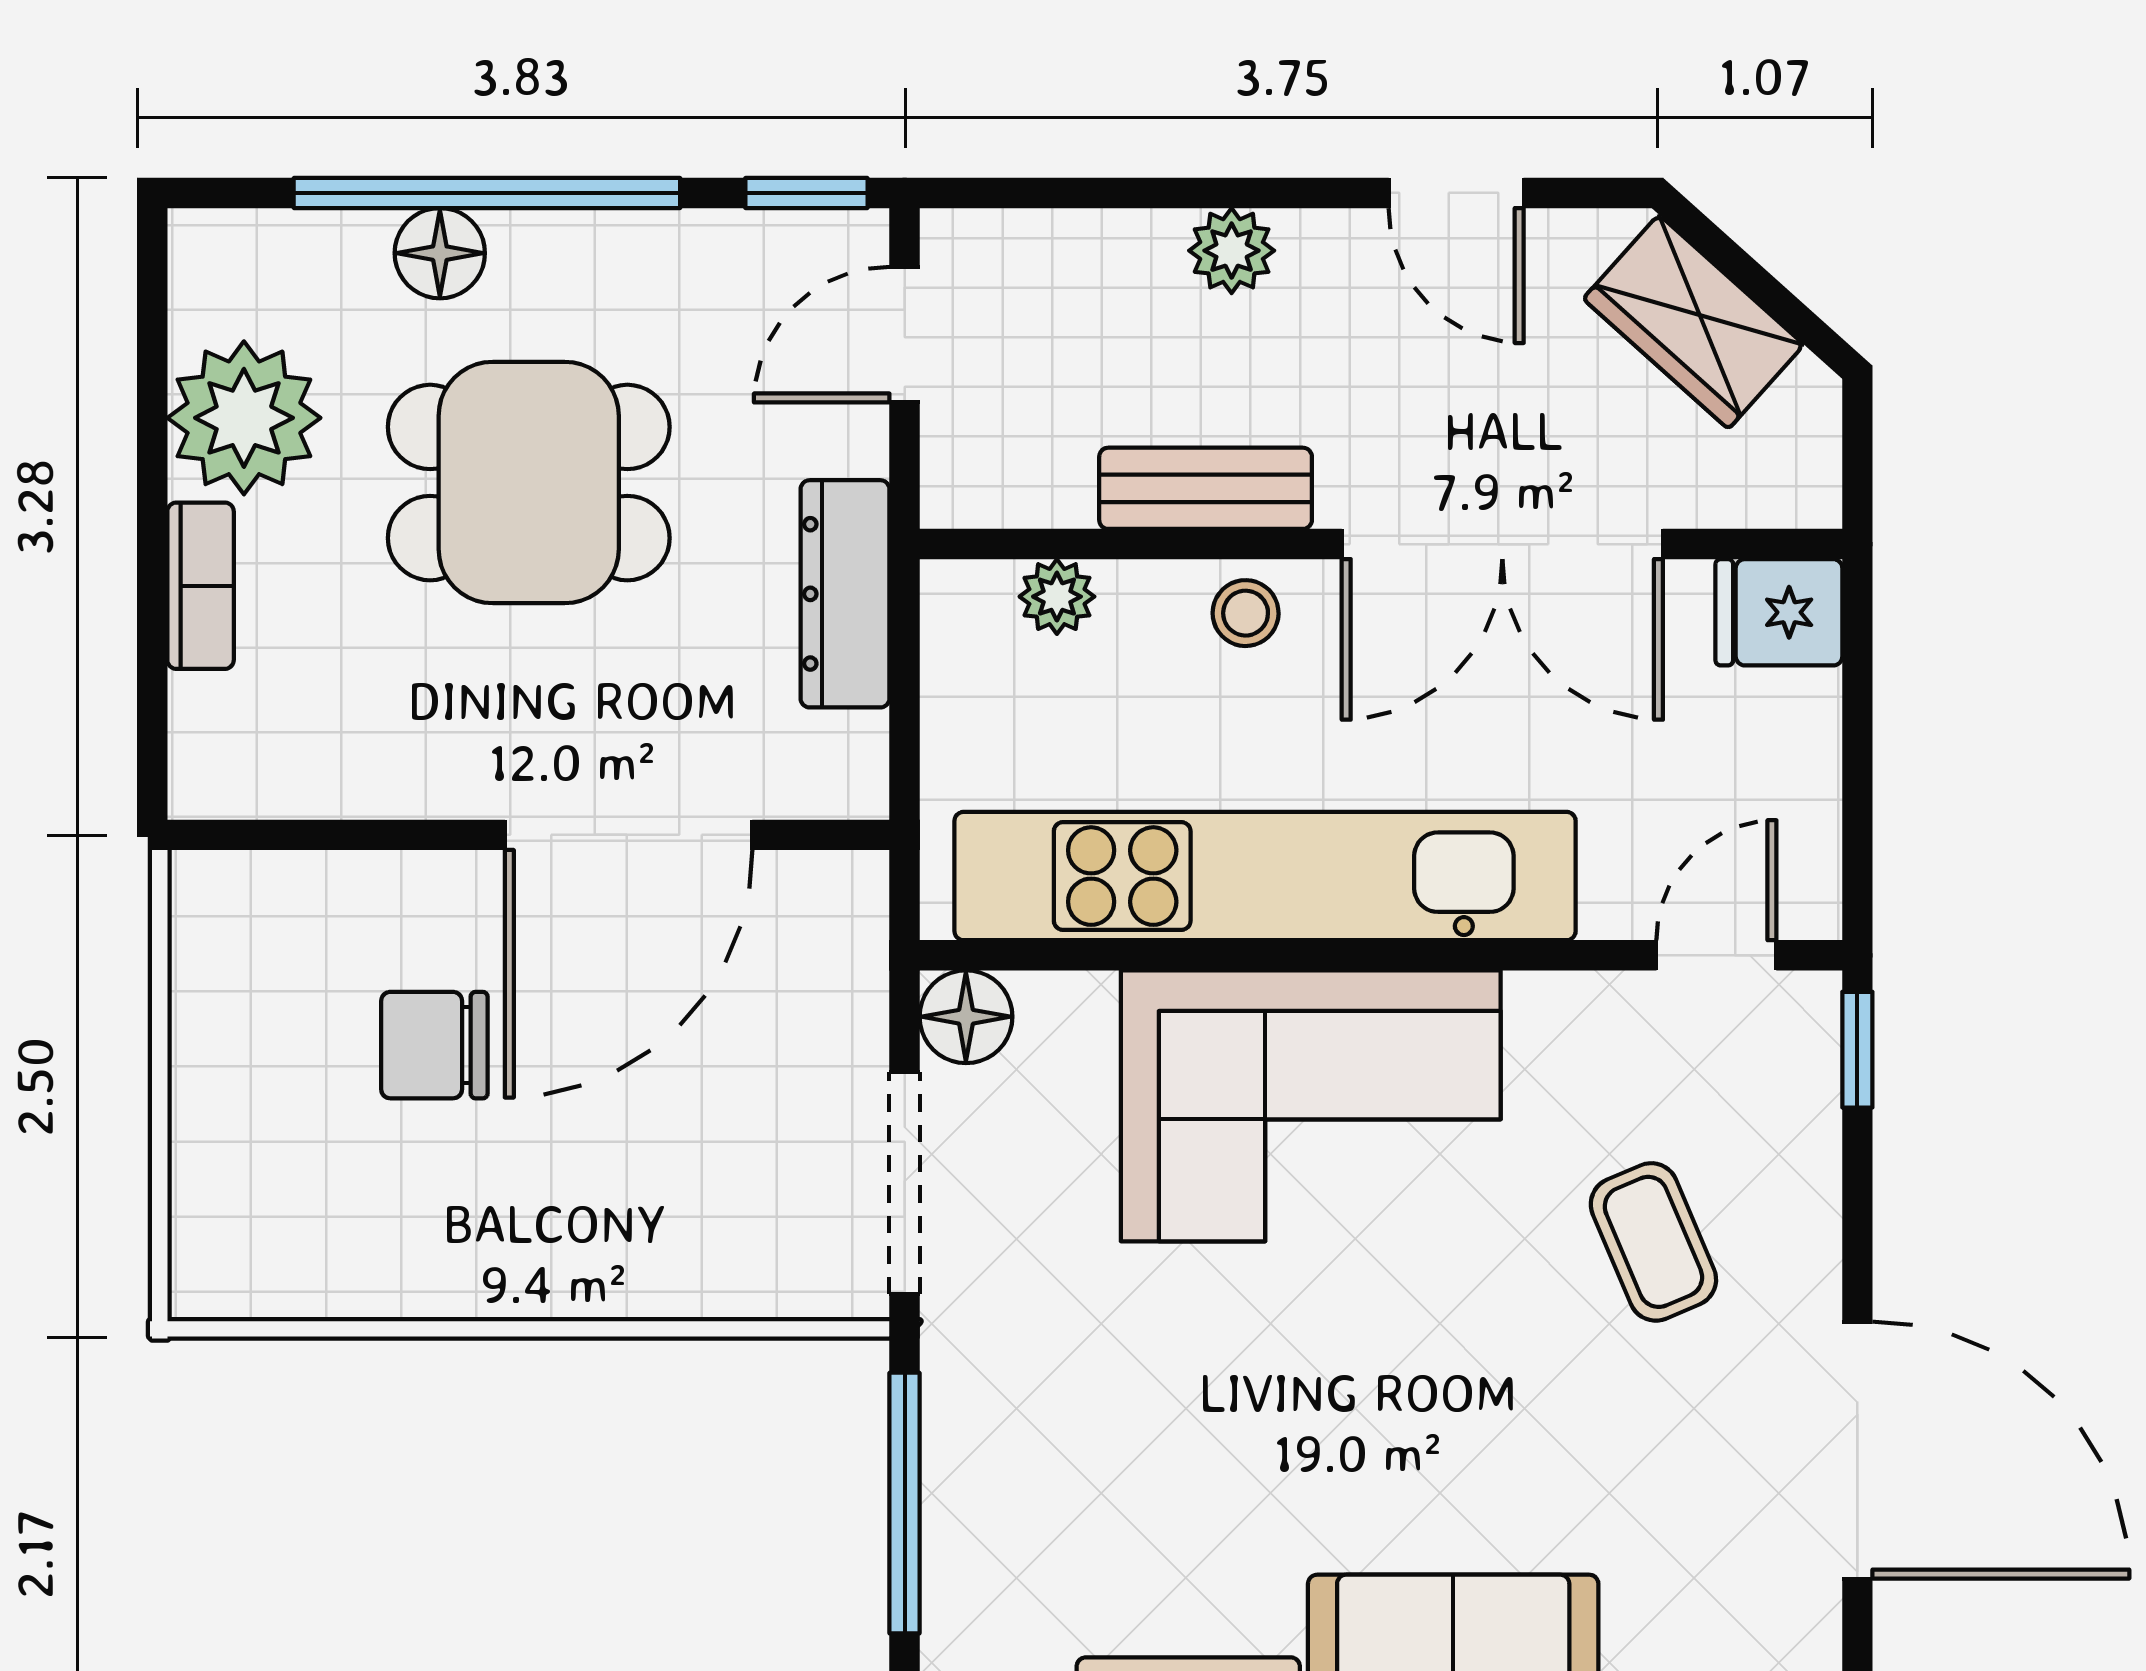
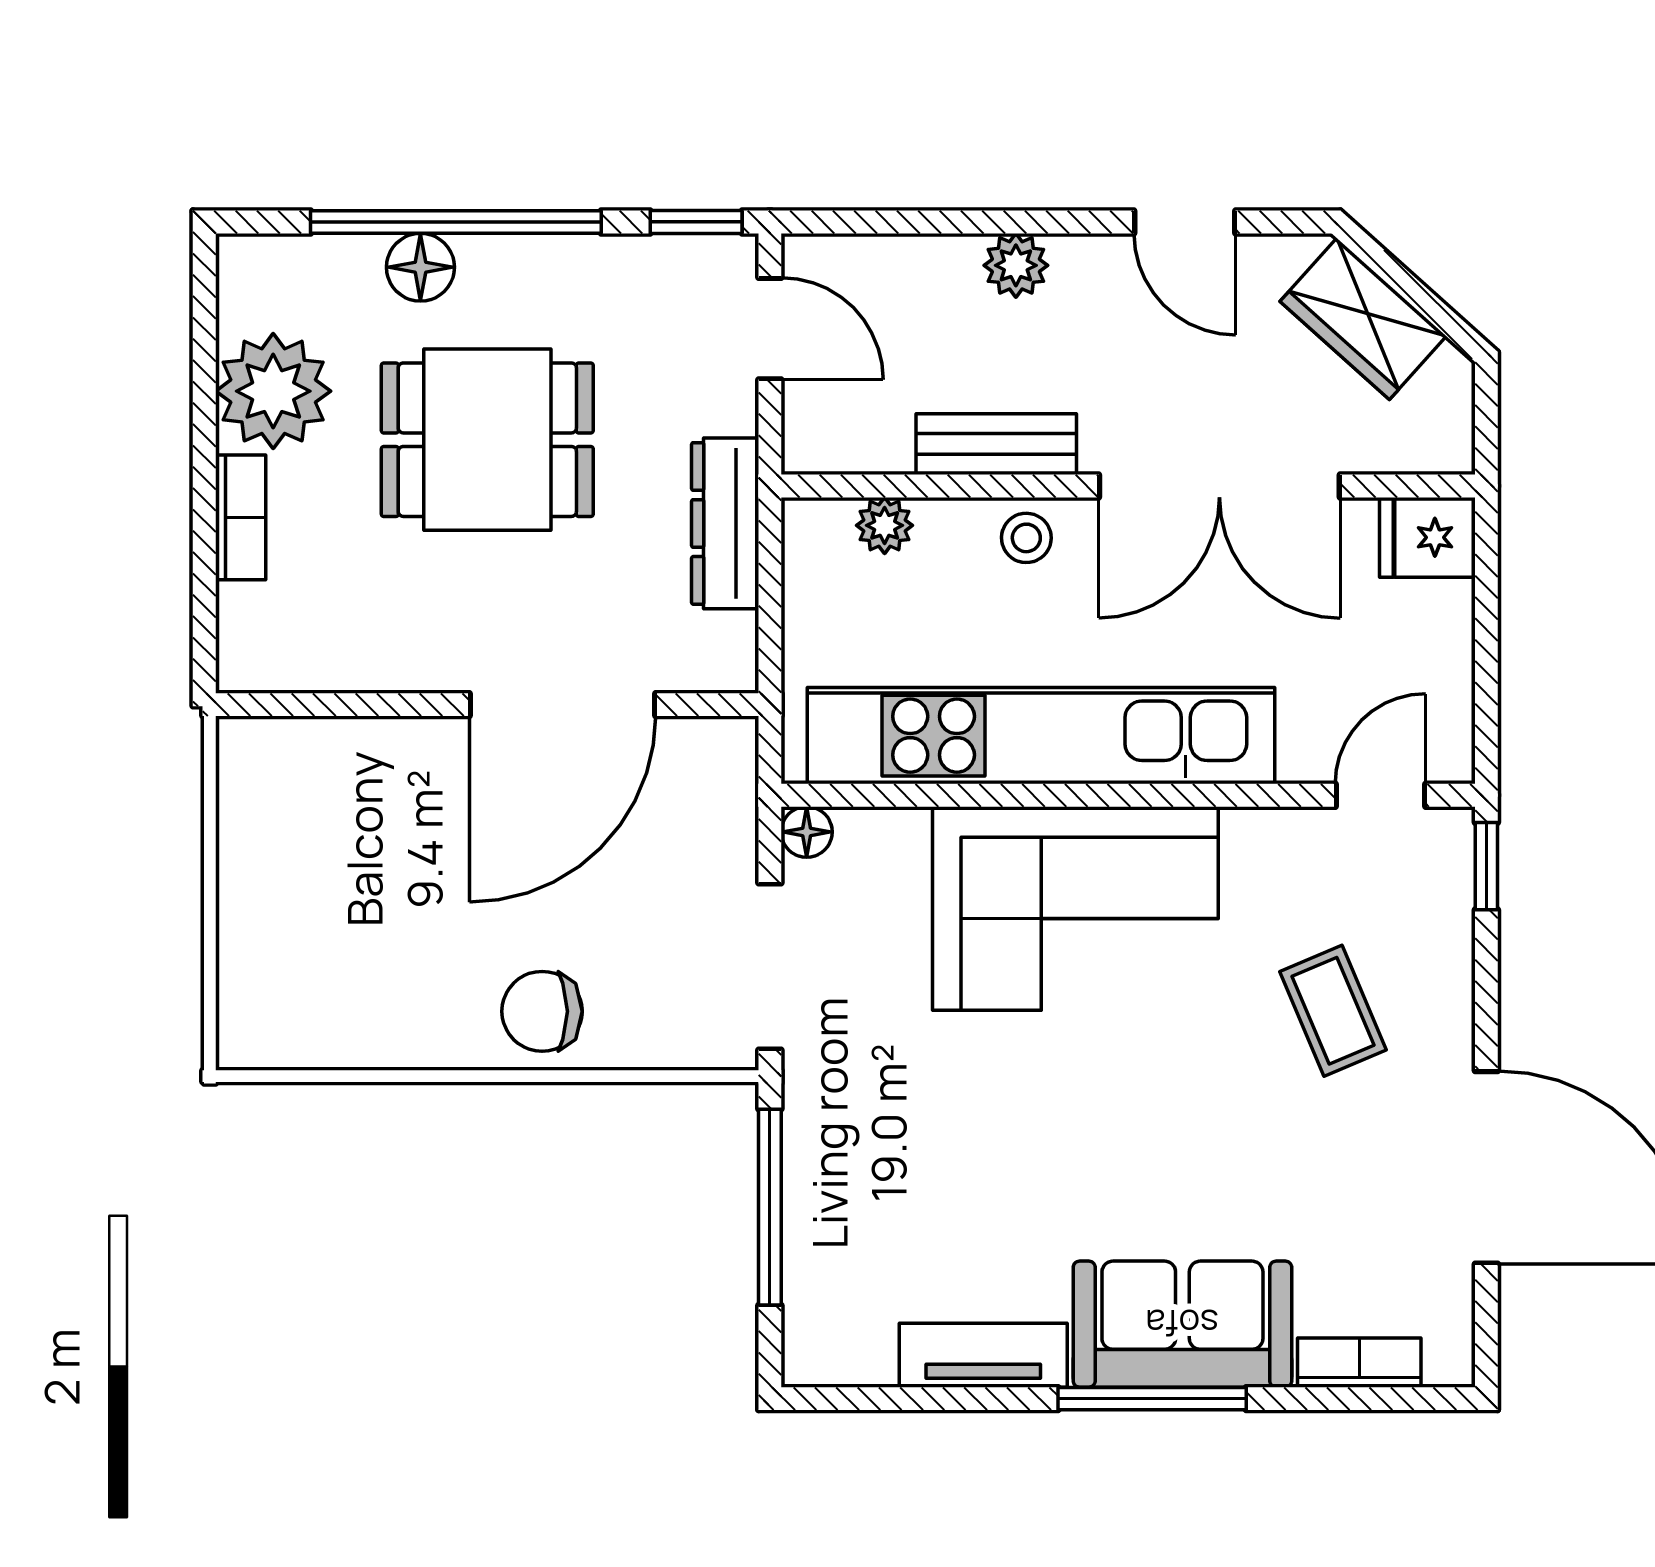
door: (905, 335) -> (770, 329), swing flipped
floor lamp: (966, 1017) -> (807, 832), width x0.73, depth x0.73
chair: (434, 1045) -> (542, 1011), moved

